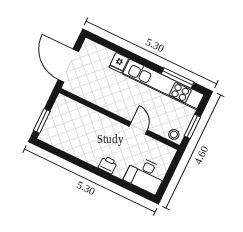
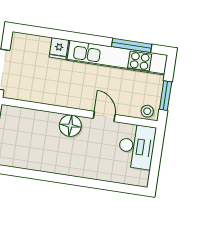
floor lamp: (109, 127) -> (70, 126), added
printer: (108, 165) -> (82, 169), removed
desk: (145, 175) -> (137, 146), moved, turned -90

